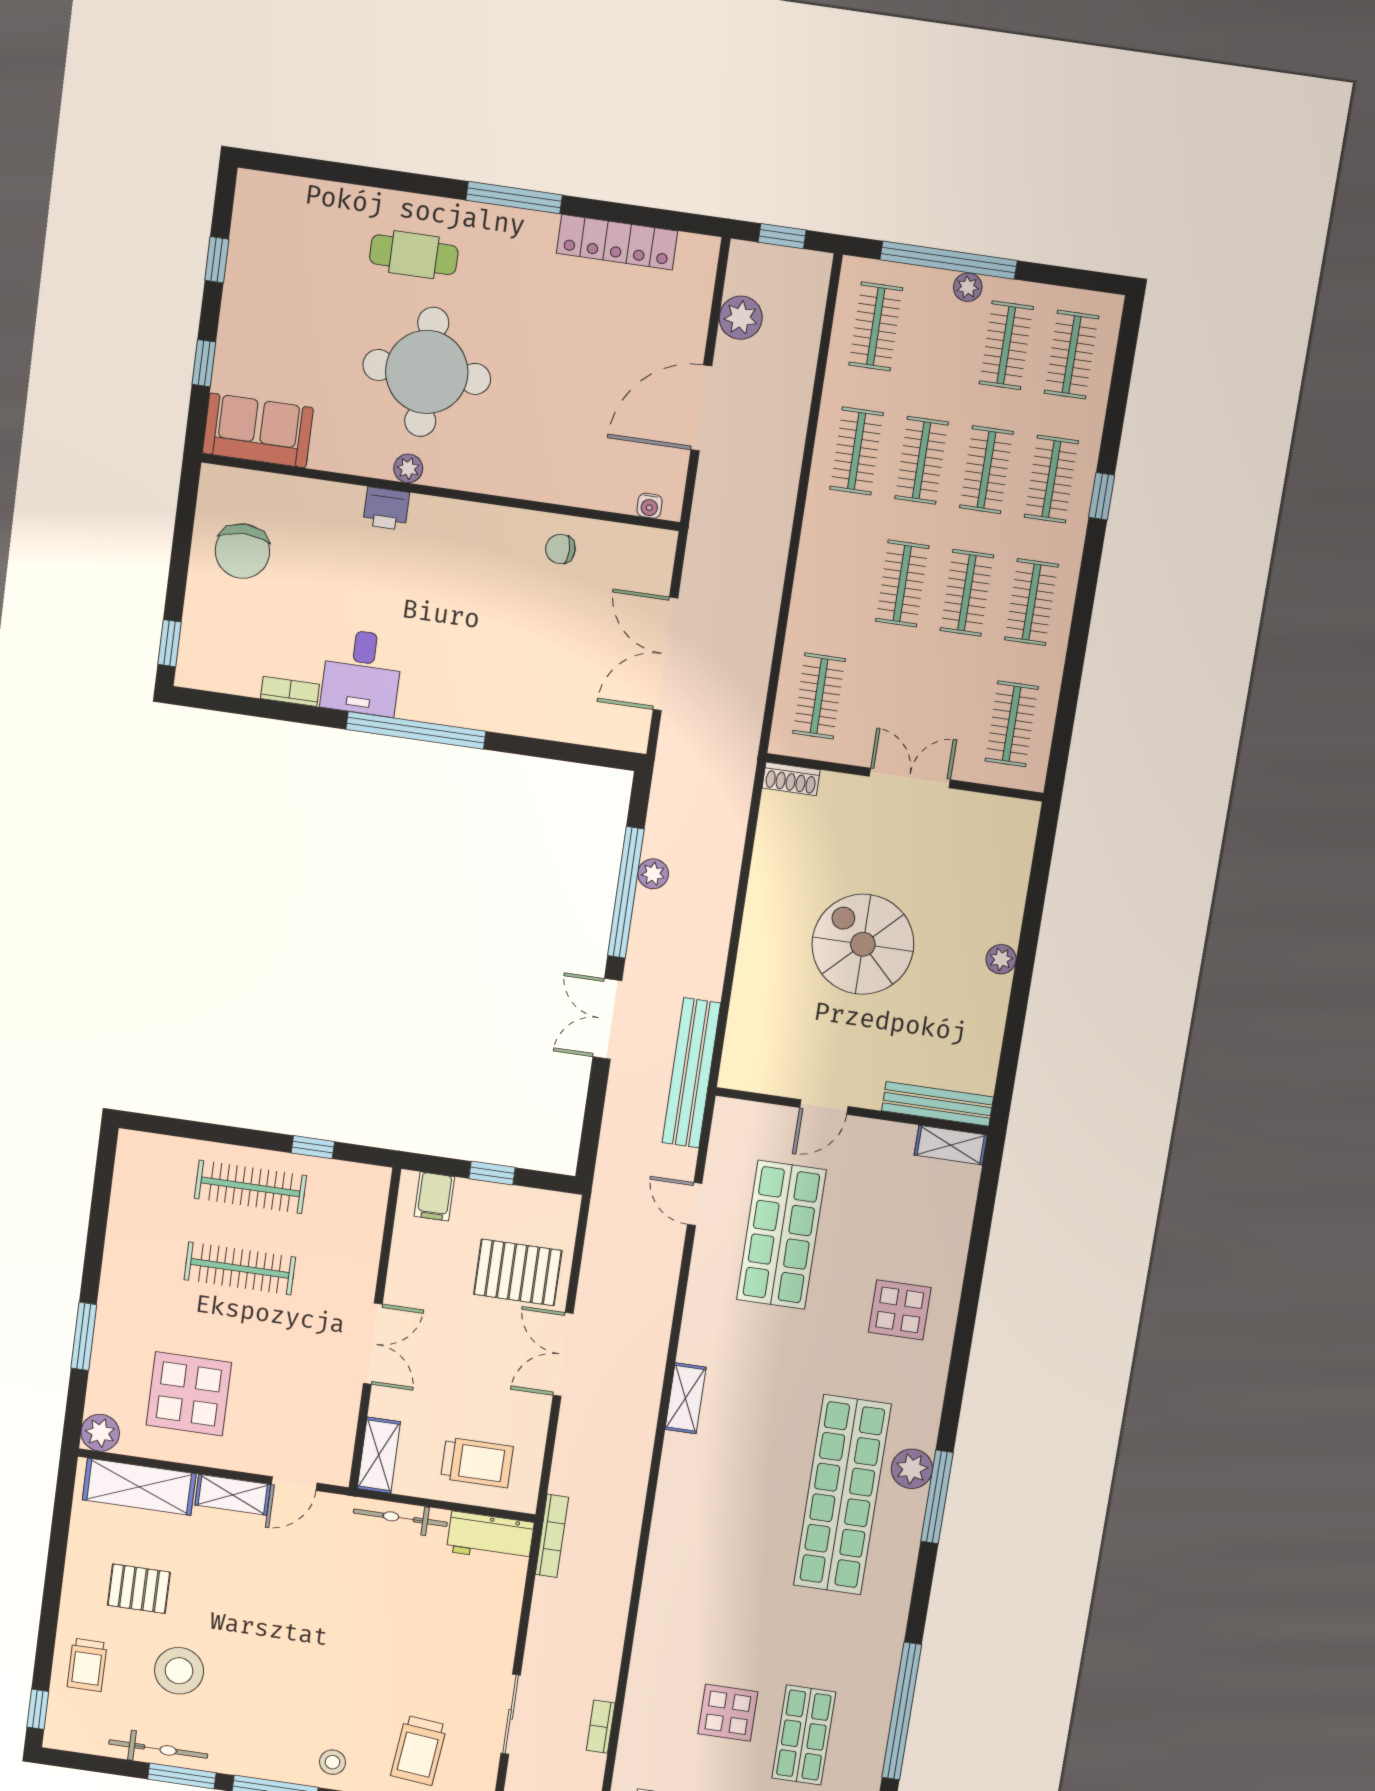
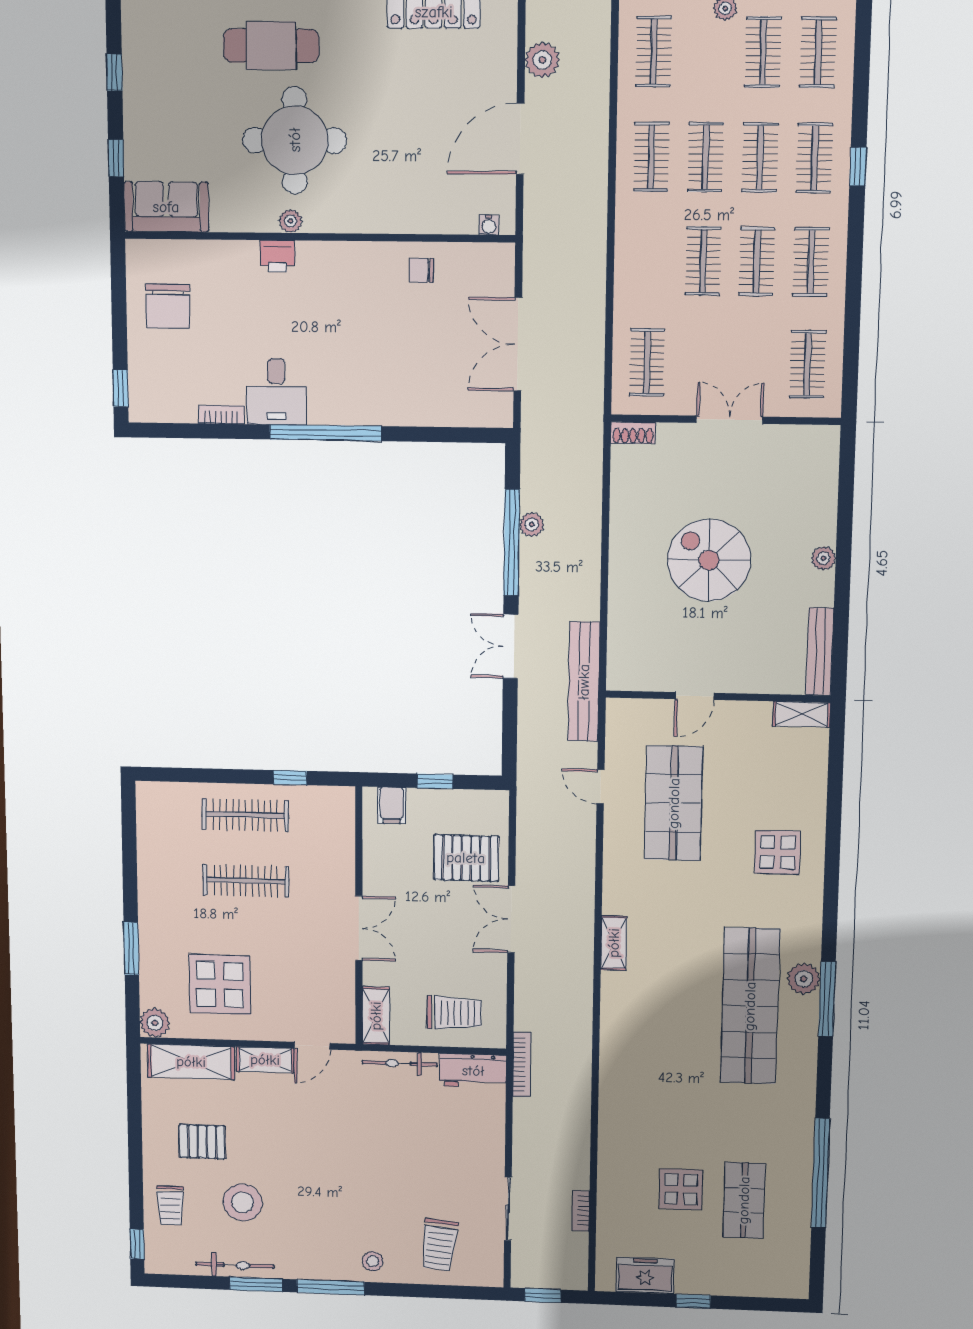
cafe table: (414, 255) -> (271, 46), width x1.37, depth x1.35
bench: (938, 1104) -> (820, 652), moved, turned 90

